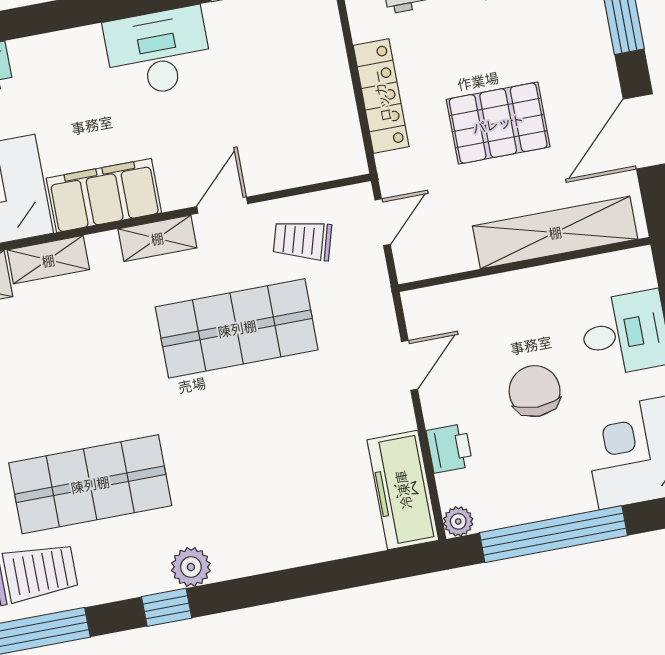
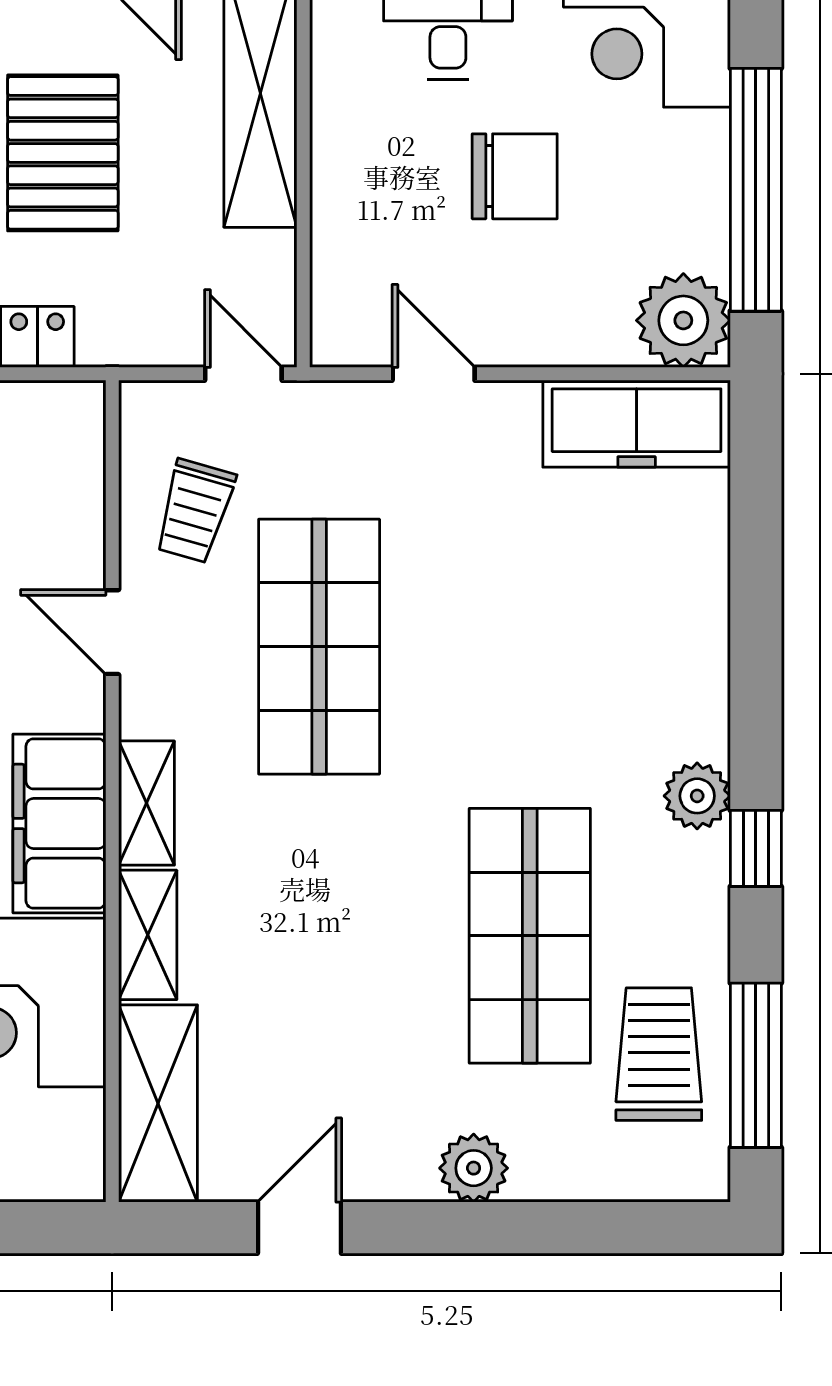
door: (383, 222) -> (243, 374), moved
shelving: (157, 238) -> (146, 803), moved
chair: (535, 391) -> (515, 176), turned 180
printer: (449, 448) -> (582, 334), removed
plant: (458, 521) -> (683, 320), width x1.88, depth x1.88

